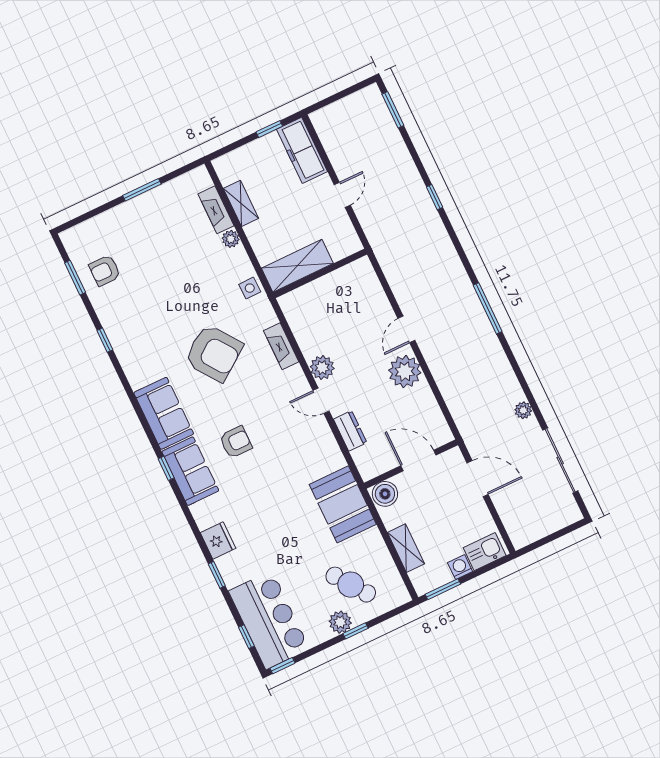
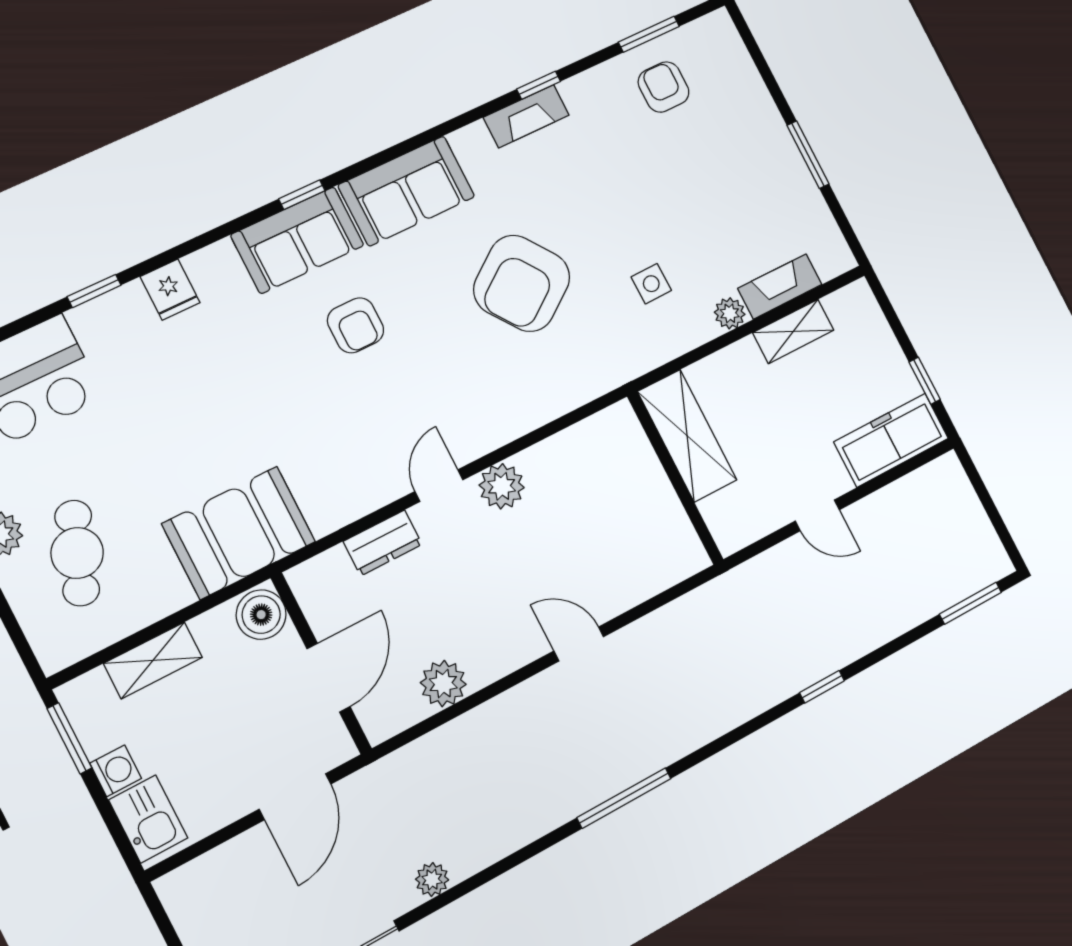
side table: (250, 288) -> (651, 284), moved
fireplace: (281, 346) -> (526, 116), moved, turned 180
plant: (405, 372) -> (443, 684), moved, width x0.73, depth x0.73
fridge: (218, 541) -> (170, 290), width x0.72
cafe table: (351, 585) -> (77, 553), turned -34

